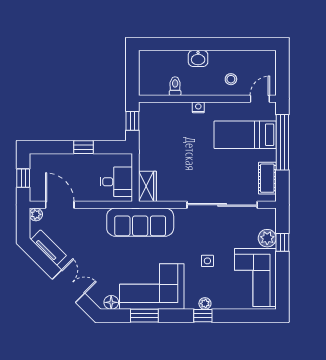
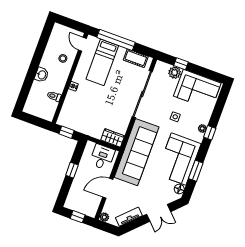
door: (60, 205) -> (108, 188), moved
sofa: (140, 222) -> (137, 152), width x1.36, depth x1.27
double door: (68, 286) -> (159, 213), swing flipped

